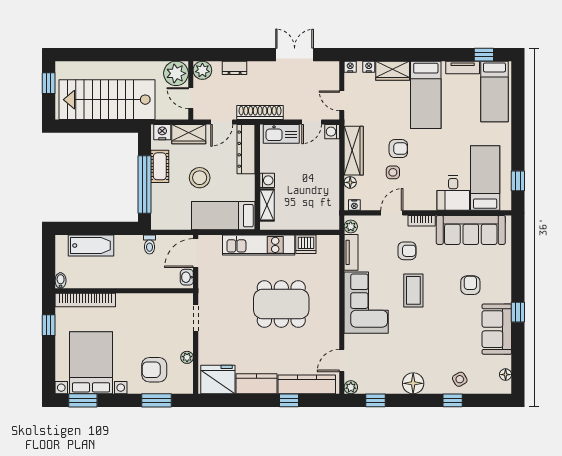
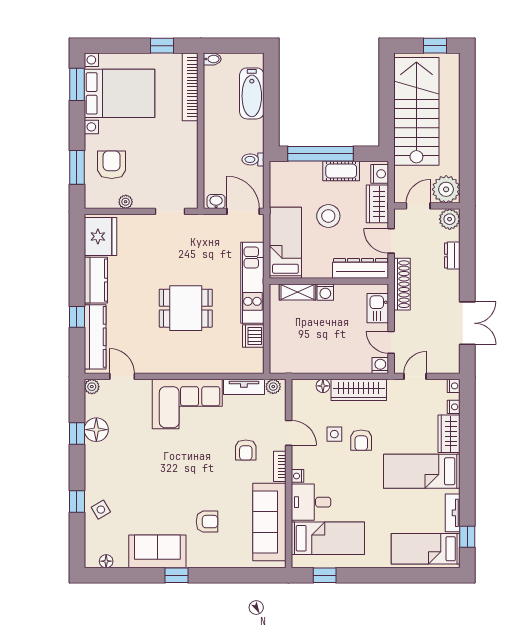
kitchen sink: (281, 134) -> (378, 308), width x0.73
nightstand: (354, 205) -> (298, 476), moved
coffee table: (413, 290) -> (201, 457), removed
dining table: (281, 304) -> (186, 308), width x0.73
floor lamp: (413, 383) -> (96, 430), moved
window: (375, 400) -> (77, 433), moved

